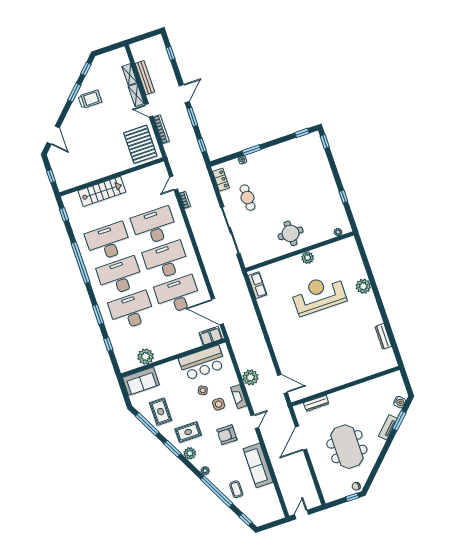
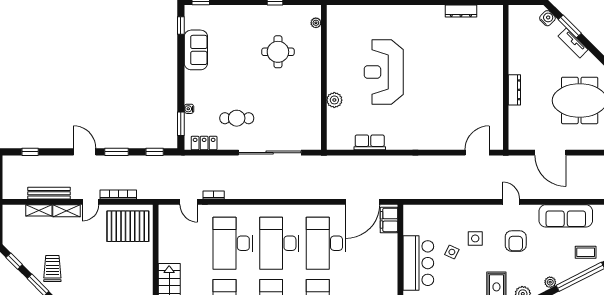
window: (251, 150) -> (181, 124), moved
sofa: (288, 150) -> (196, 50), added
round table: (291, 233) -> (278, 52), moved
plant: (308, 258) -> (334, 100), moved
row of seats: (257, 285) -> (370, 142), moved
plant: (363, 286) -> (392, 14), removed
bar counter: (202, 363) -> (418, 263), moved
plant: (250, 377) -> (456, 189), removed
fireplace: (239, 397) -> (474, 211), removed
dresser: (316, 403) -> (514, 90), moved

